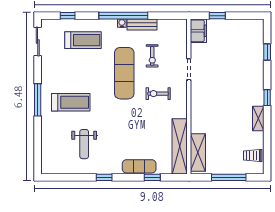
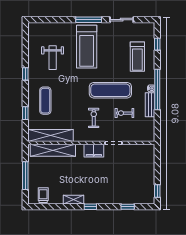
window: (217, 16) -> (157, 191), moved
filing cabinet: (198, 31) -> (94, 151), moved
sliding door: (38, 41) -> (122, 20), moved
treadmill: (71, 102) -> (87, 47), width x1.37, depth x1.38
weight bench: (84, 144) -> (53, 58), turned -90
shelving: (198, 153) -> (53, 150), width x1.47
exercise mat: (139, 166) -> (45, 101), moved

